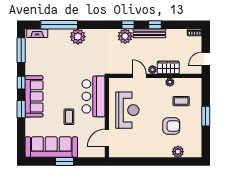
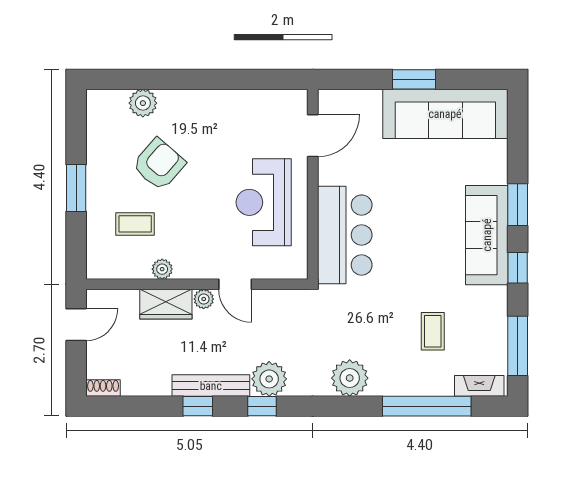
plant: (78, 37) -> (350, 378), moved
coffee table: (69, 117) -> (433, 331), moved
armchair: (171, 126) -> (159, 164), turned 131

